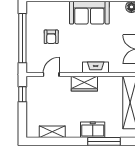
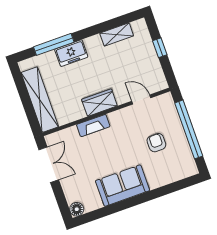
door: (51, 74) -> (141, 100), swing flipped
window: (22, 94) -> (160, 48), moved

